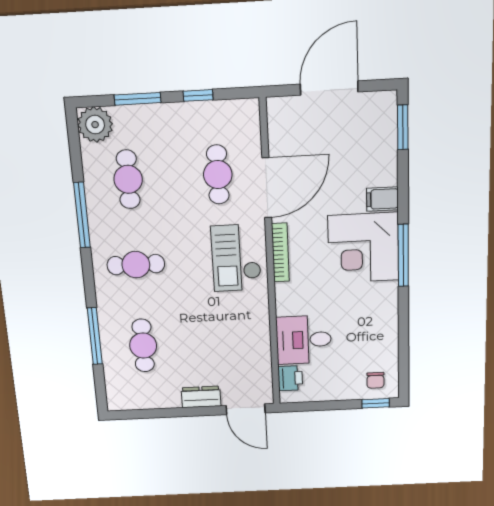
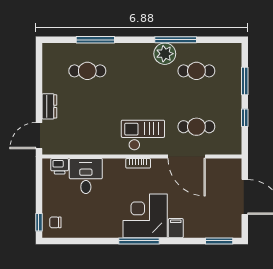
plant: (95, 125) -> (165, 54), moved
bookcase: (280, 252) -> (138, 163), width x0.64
cafe table: (136, 265) -> (142, 71), removed

